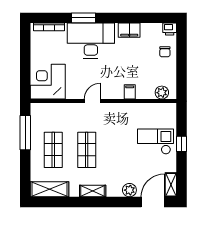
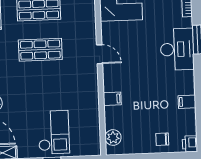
filing cabinet: (129, 30) -> (187, 102), width x0.50
desk: (91, 41) -> (177, 49), width x0.73, depth x0.77

